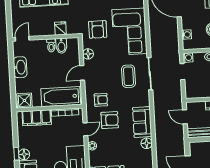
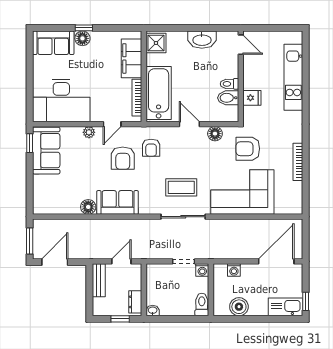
door: (85, 129) -> (112, 124), hinge flipped

